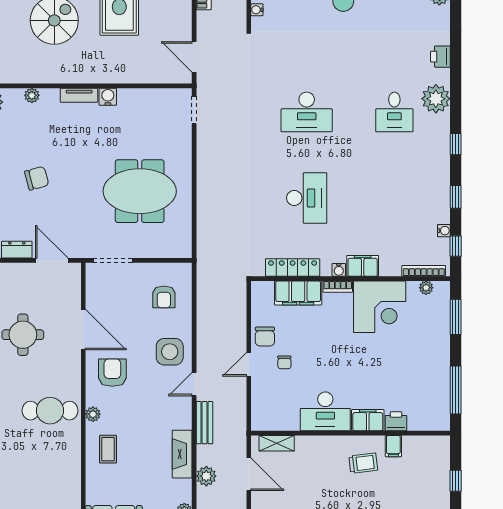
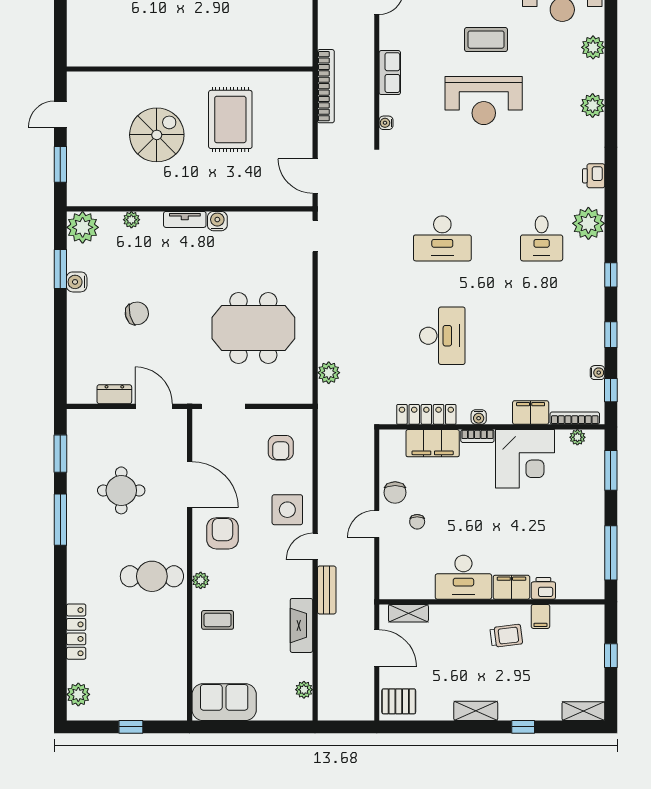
filing cabinet: (363, 266) -> (531, 413), moved
coffee table: (108, 449) -> (218, 620), turned 90
plant: (206, 476) -> (329, 373), moved

